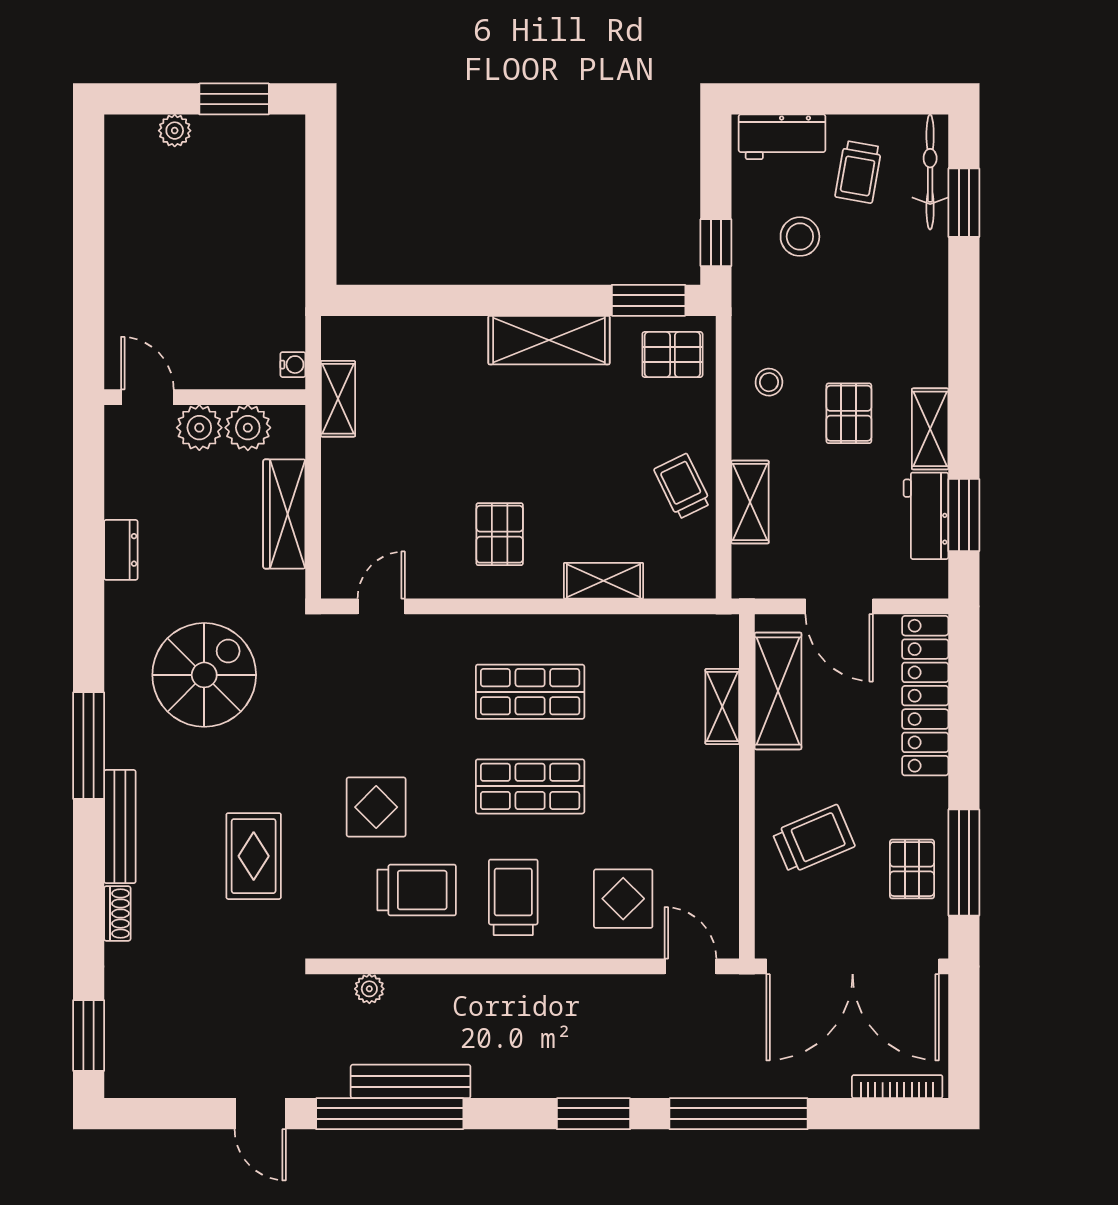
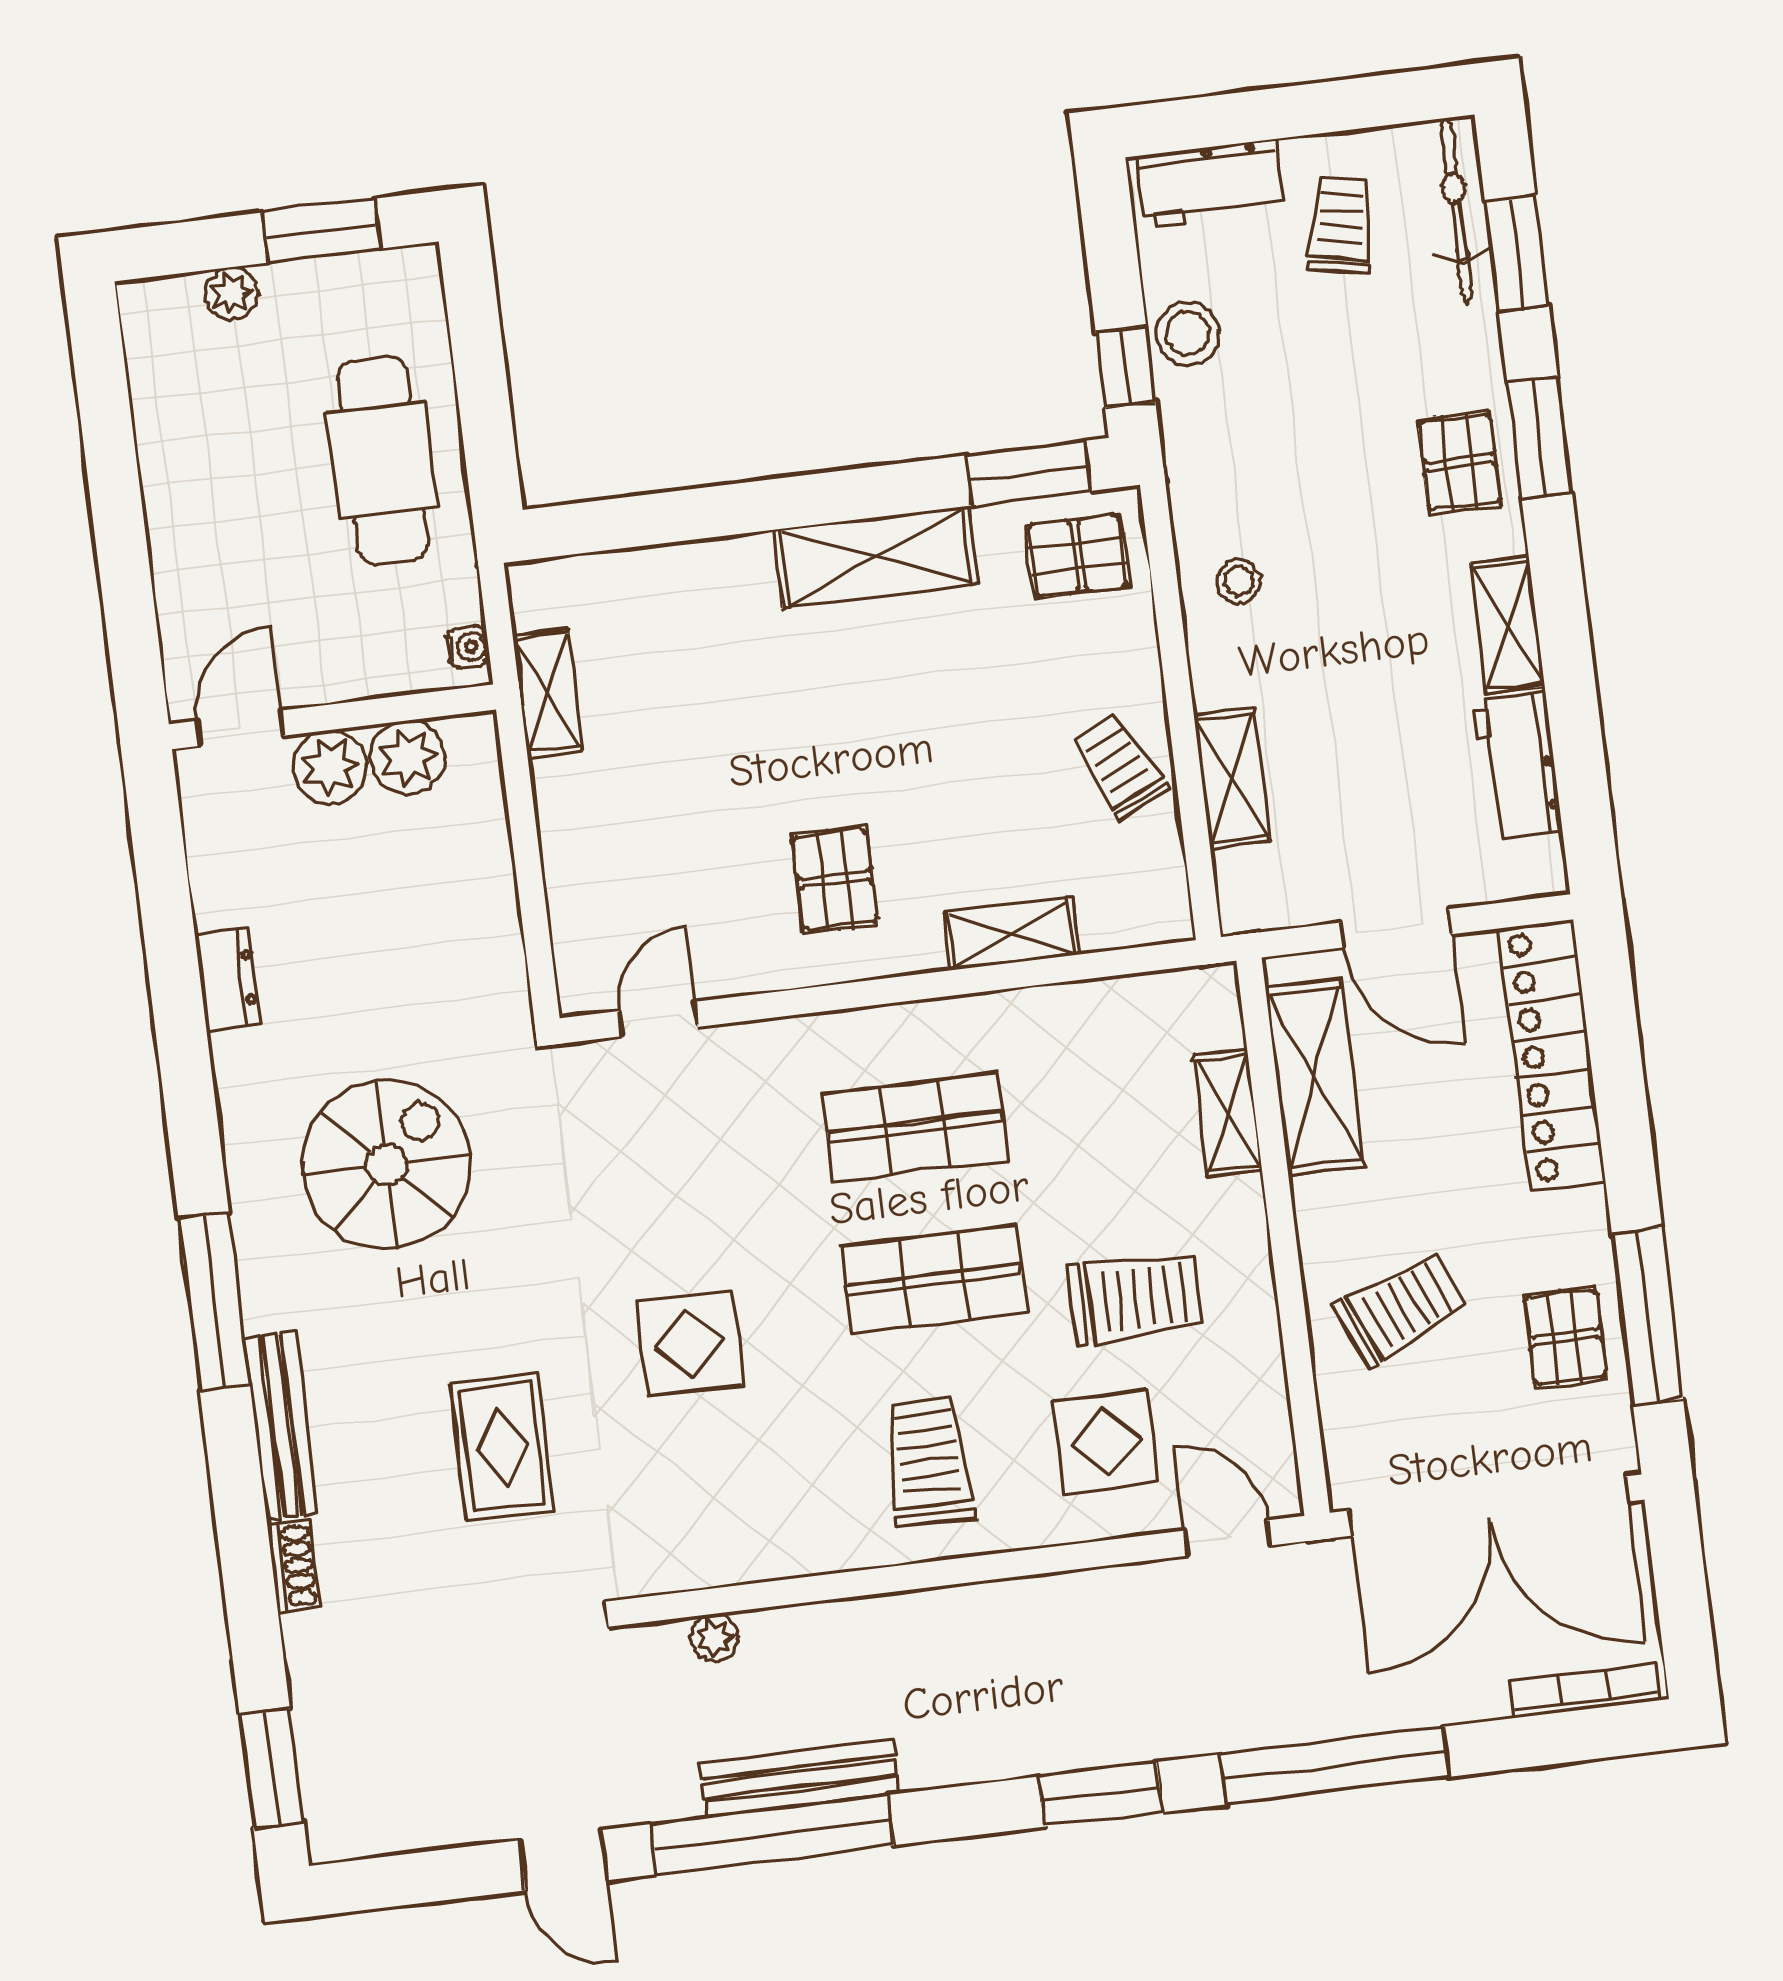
trolley: (858, 172) -> (1341, 225), turned 180
stool: (800, 237) -> (1187, 334), moved
cafe table: (255, 244) -> (383, 460), added
door: (147, 397) -> (240, 728), hinge flipped
pallet: (849, 413) -> (1459, 462), moved
wardrobe: (284, 514) -> (484, 889), removed
window: (964, 515) -> (1540, 438), moved
trolley: (417, 890) -> (1135, 1298), moved

